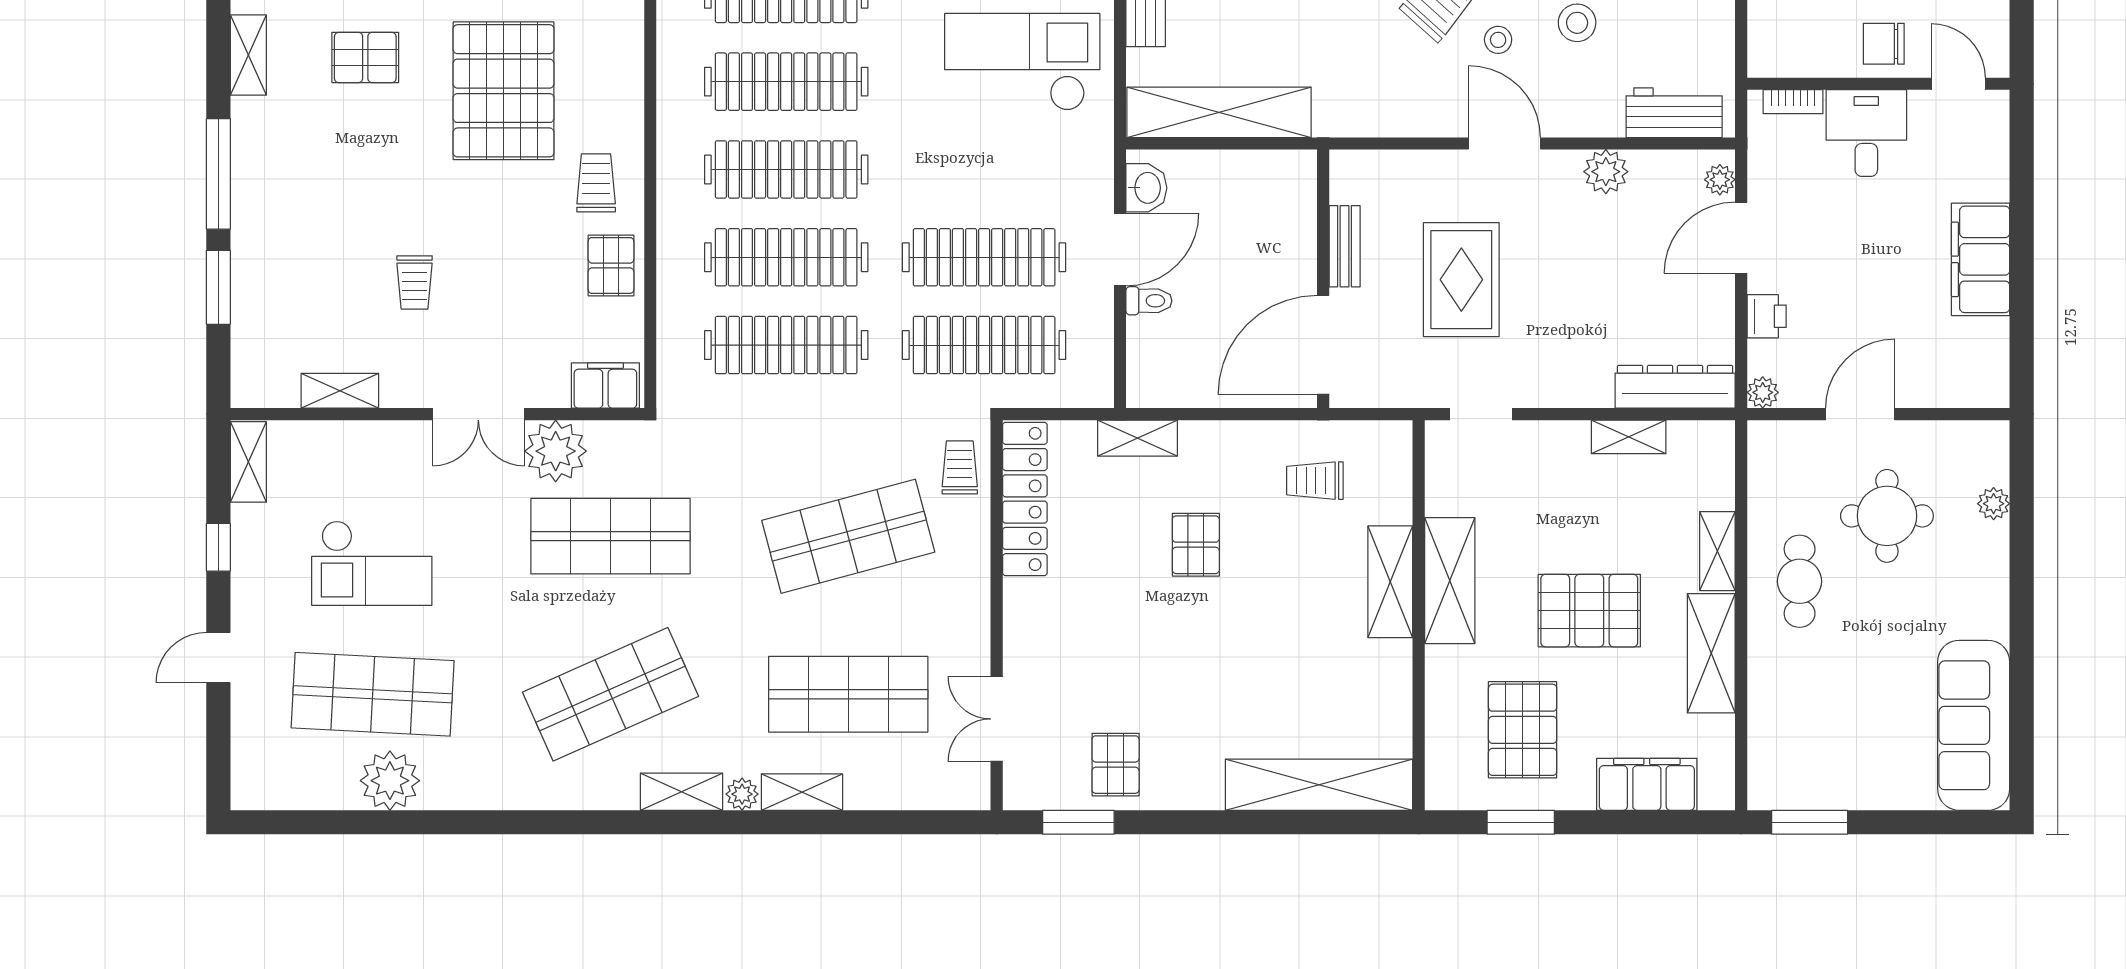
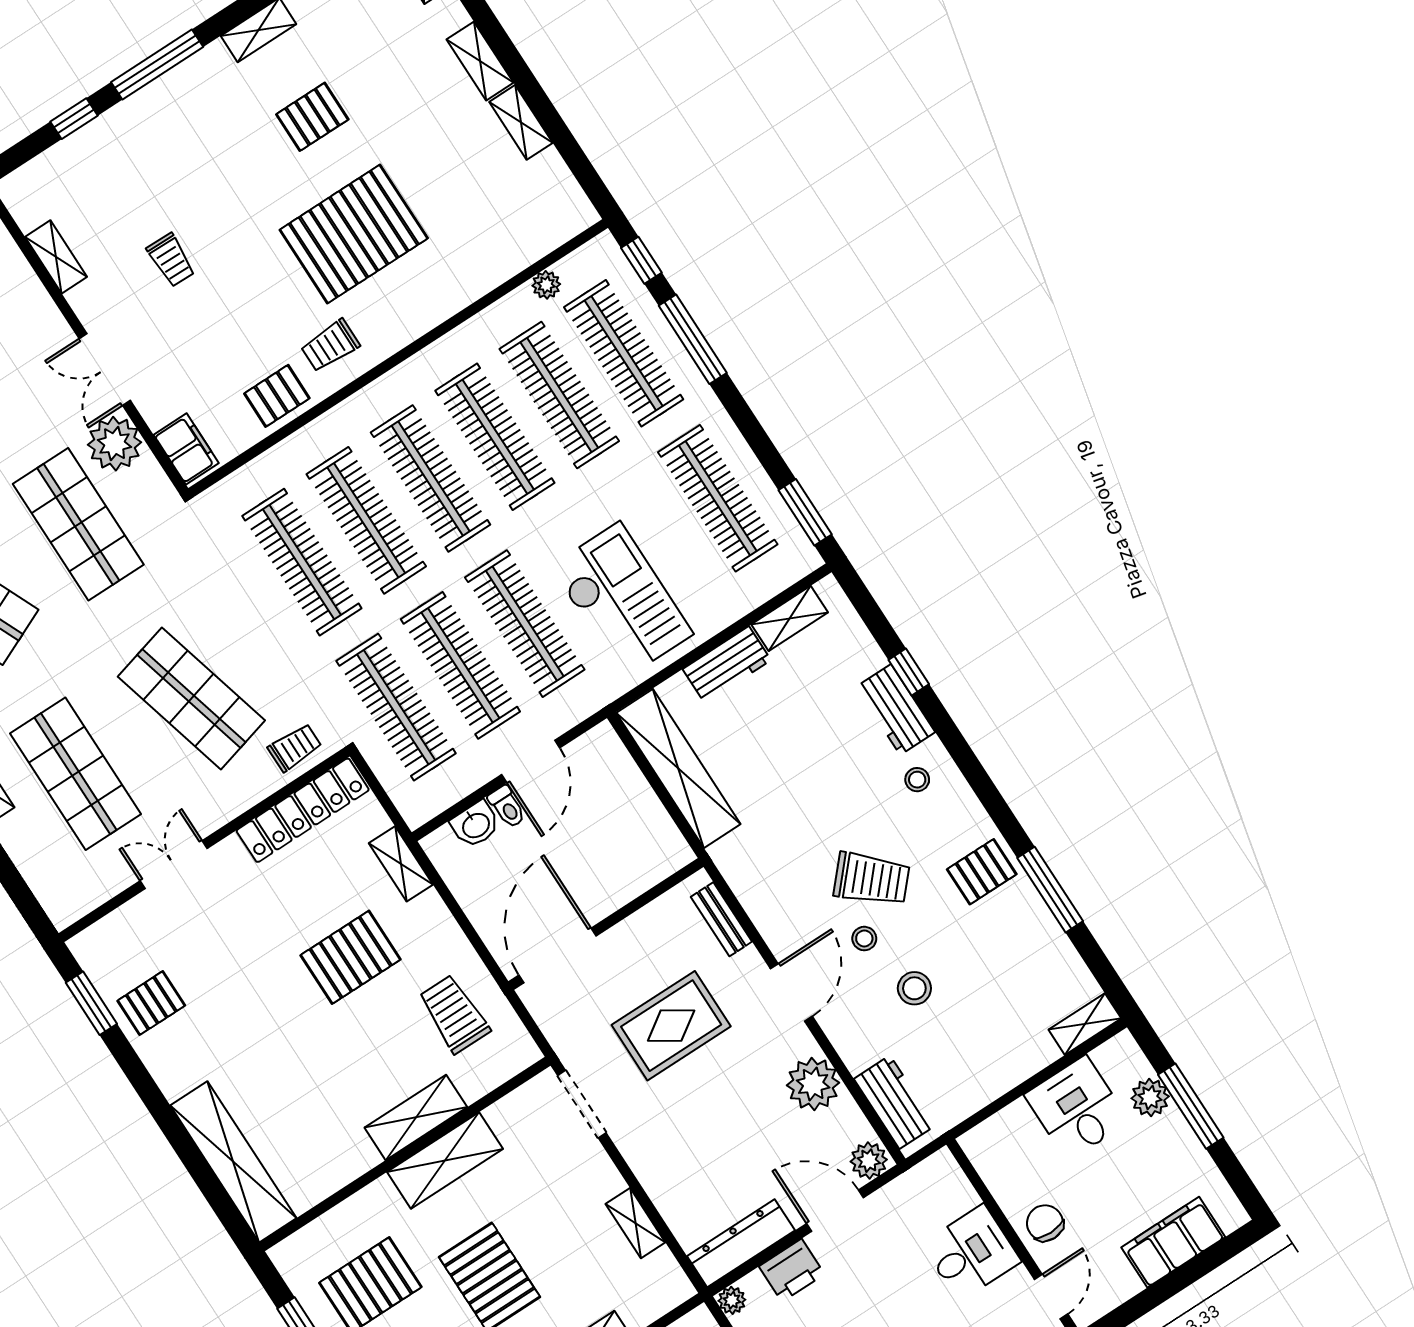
pallet: (365, 57) -> (312, 117), turned 90
bookcase: (1793, 102) -> (959, 1184), removed
clothes rail: (984, 169) -> (525, 624), added
plant: (1606, 172) -> (813, 1084), width x1.36, depth x1.36
plant: (1720, 180) -> (869, 1161), width x1.38, depth x1.38
trolley: (596, 183) -> (330, 346), turned 180
washbasin: (1146, 188) -> (475, 825), moved
bench: (1345, 246) -> (721, 919), moved, turned 90
door: (1120, 250) -> (531, 761), hinge flipped
trolley: (415, 282) -> (171, 260), turned -89
window: (218, 287) -> (74, 119), width x0.67
printer: (1767, 316) -> (792, 1270), width x1.36, depth x1.24
door: (1323, 345) -> (557, 955), hinge flipped
dresser: (1675, 387) -> (741, 1243), moved, turned -90
doorway: (1481, 414) -> (582, 1104), width x1.38
trolley: (1315, 481) -> (454, 1014), width x1.36, depth x1.39
pallet: (1196, 545) -> (351, 957), width x1.50, depth x1.42
double door: (997, 719) -> (174, 865), moved

